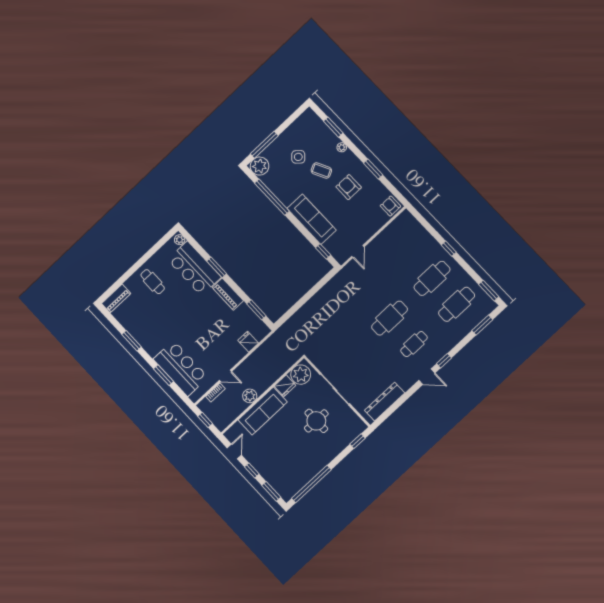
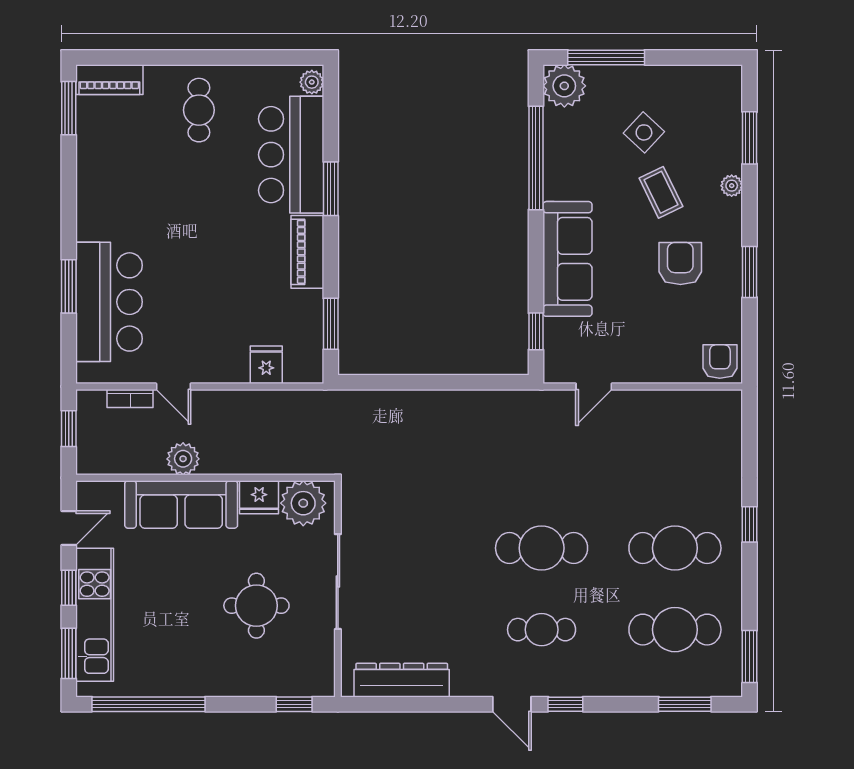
window: (132, 341) -> (69, 108), moved
kitchen unit: (268, 471) -> (95, 615), added

